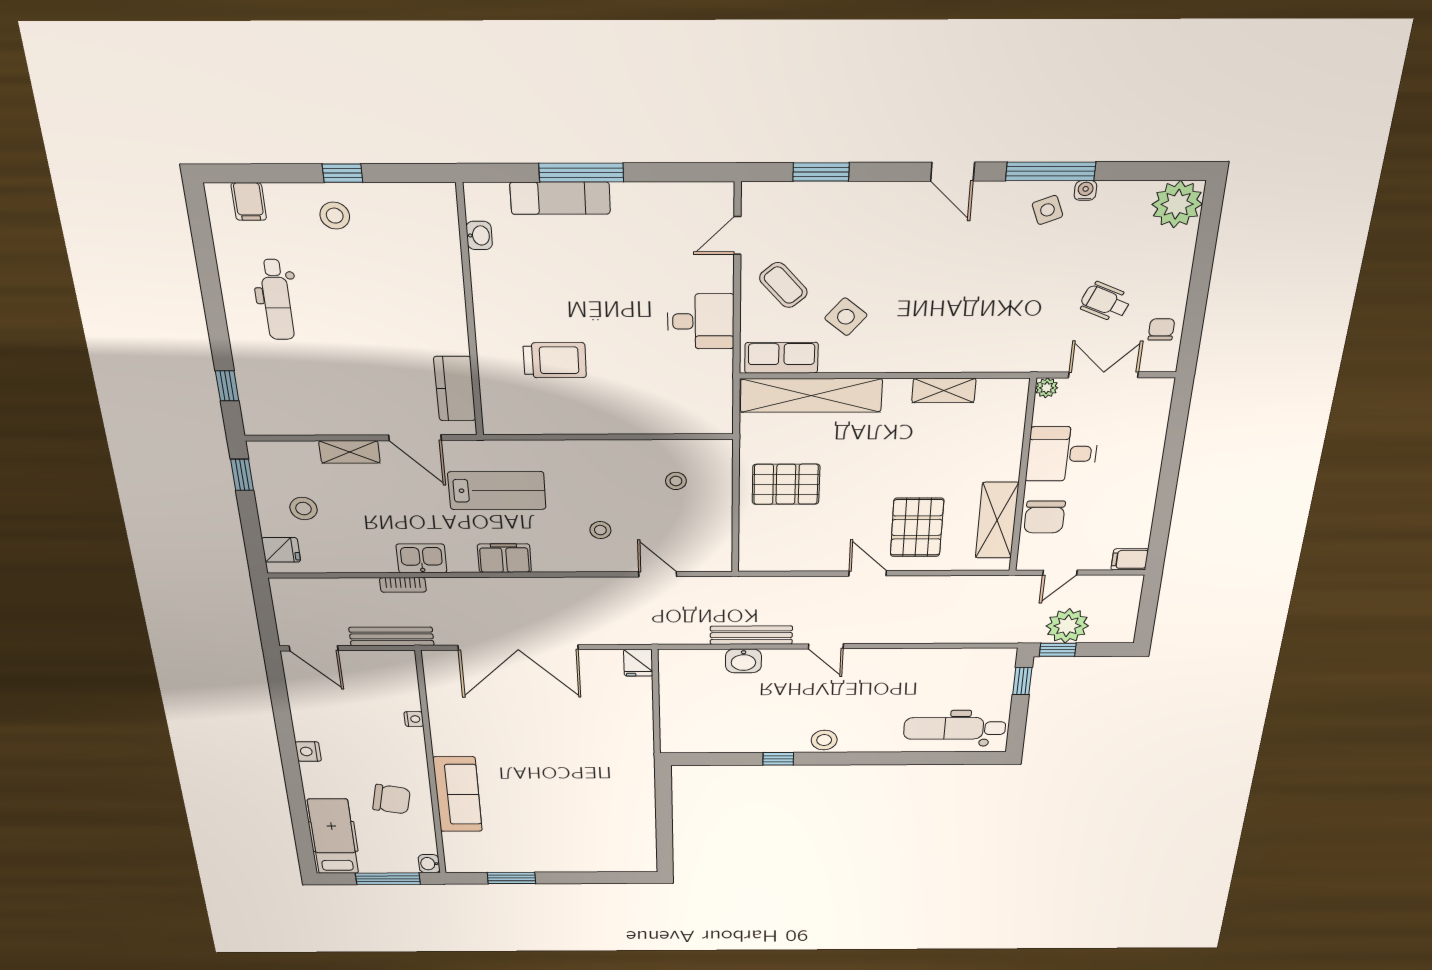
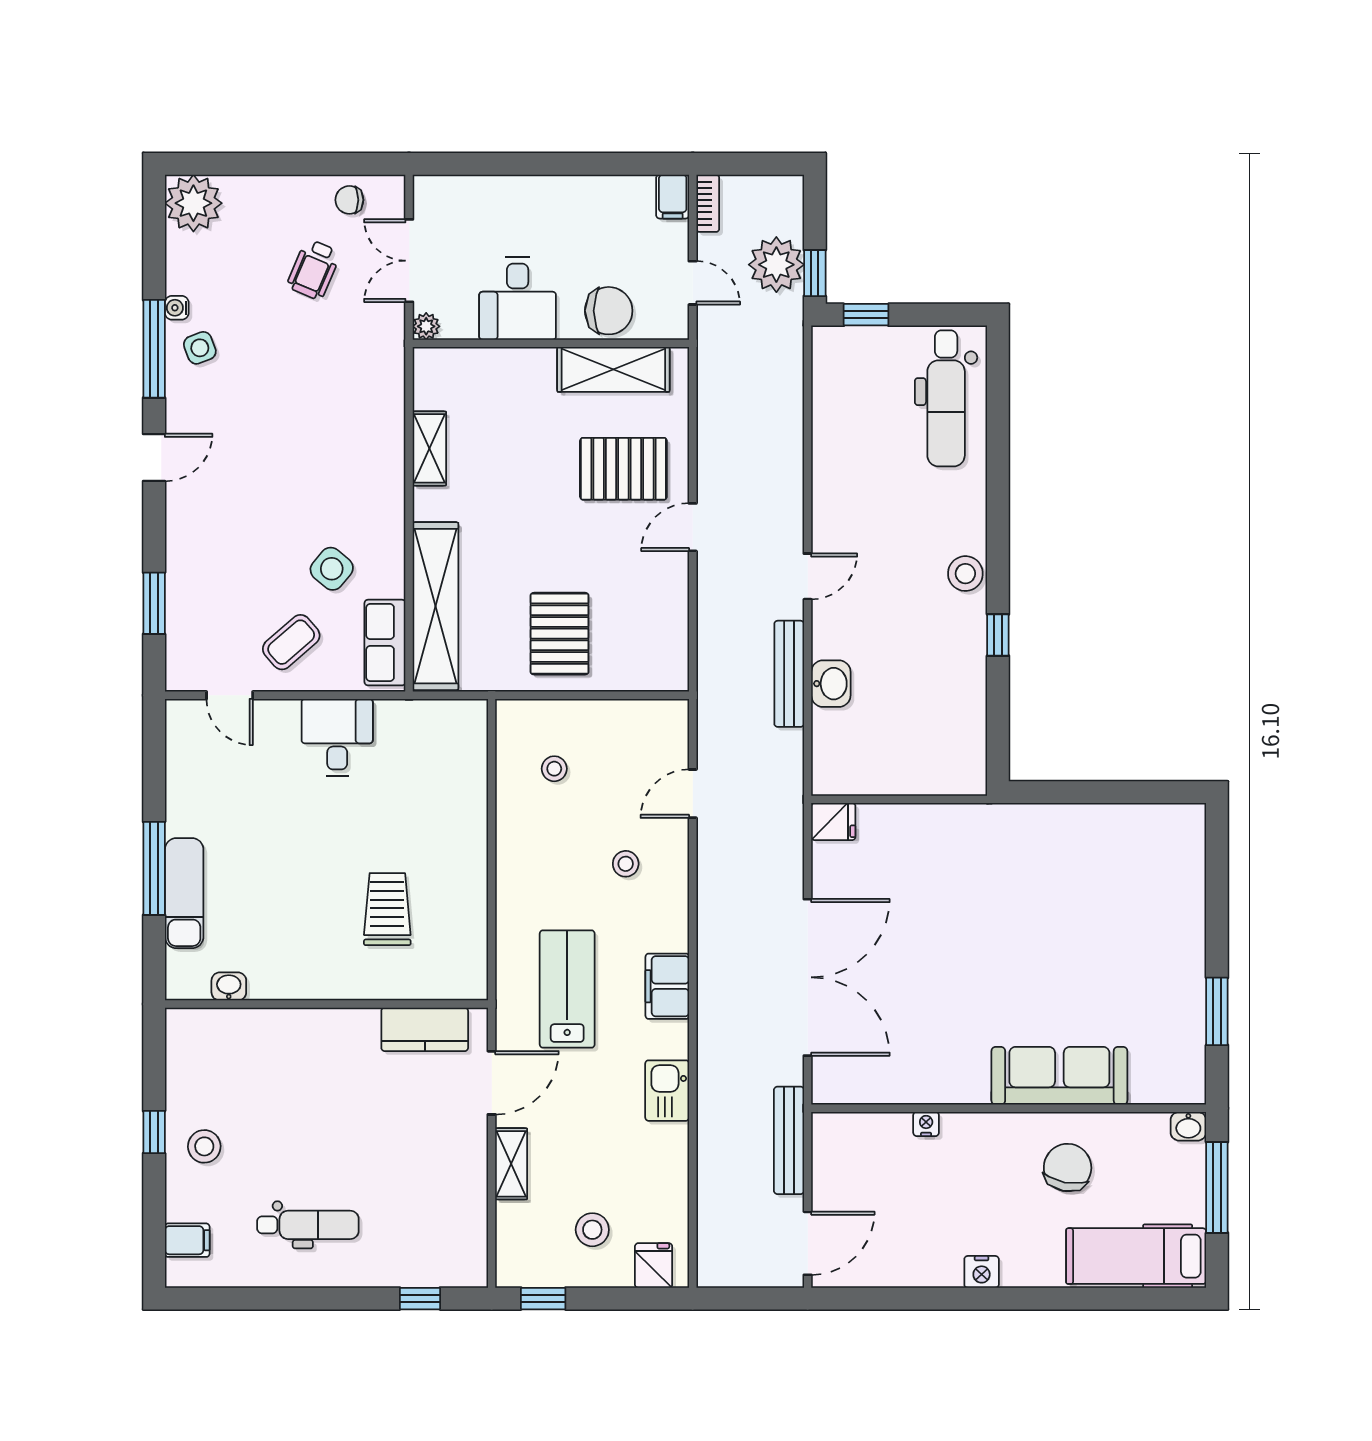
bookcase: (403, 585) -> (708, 203), moved

